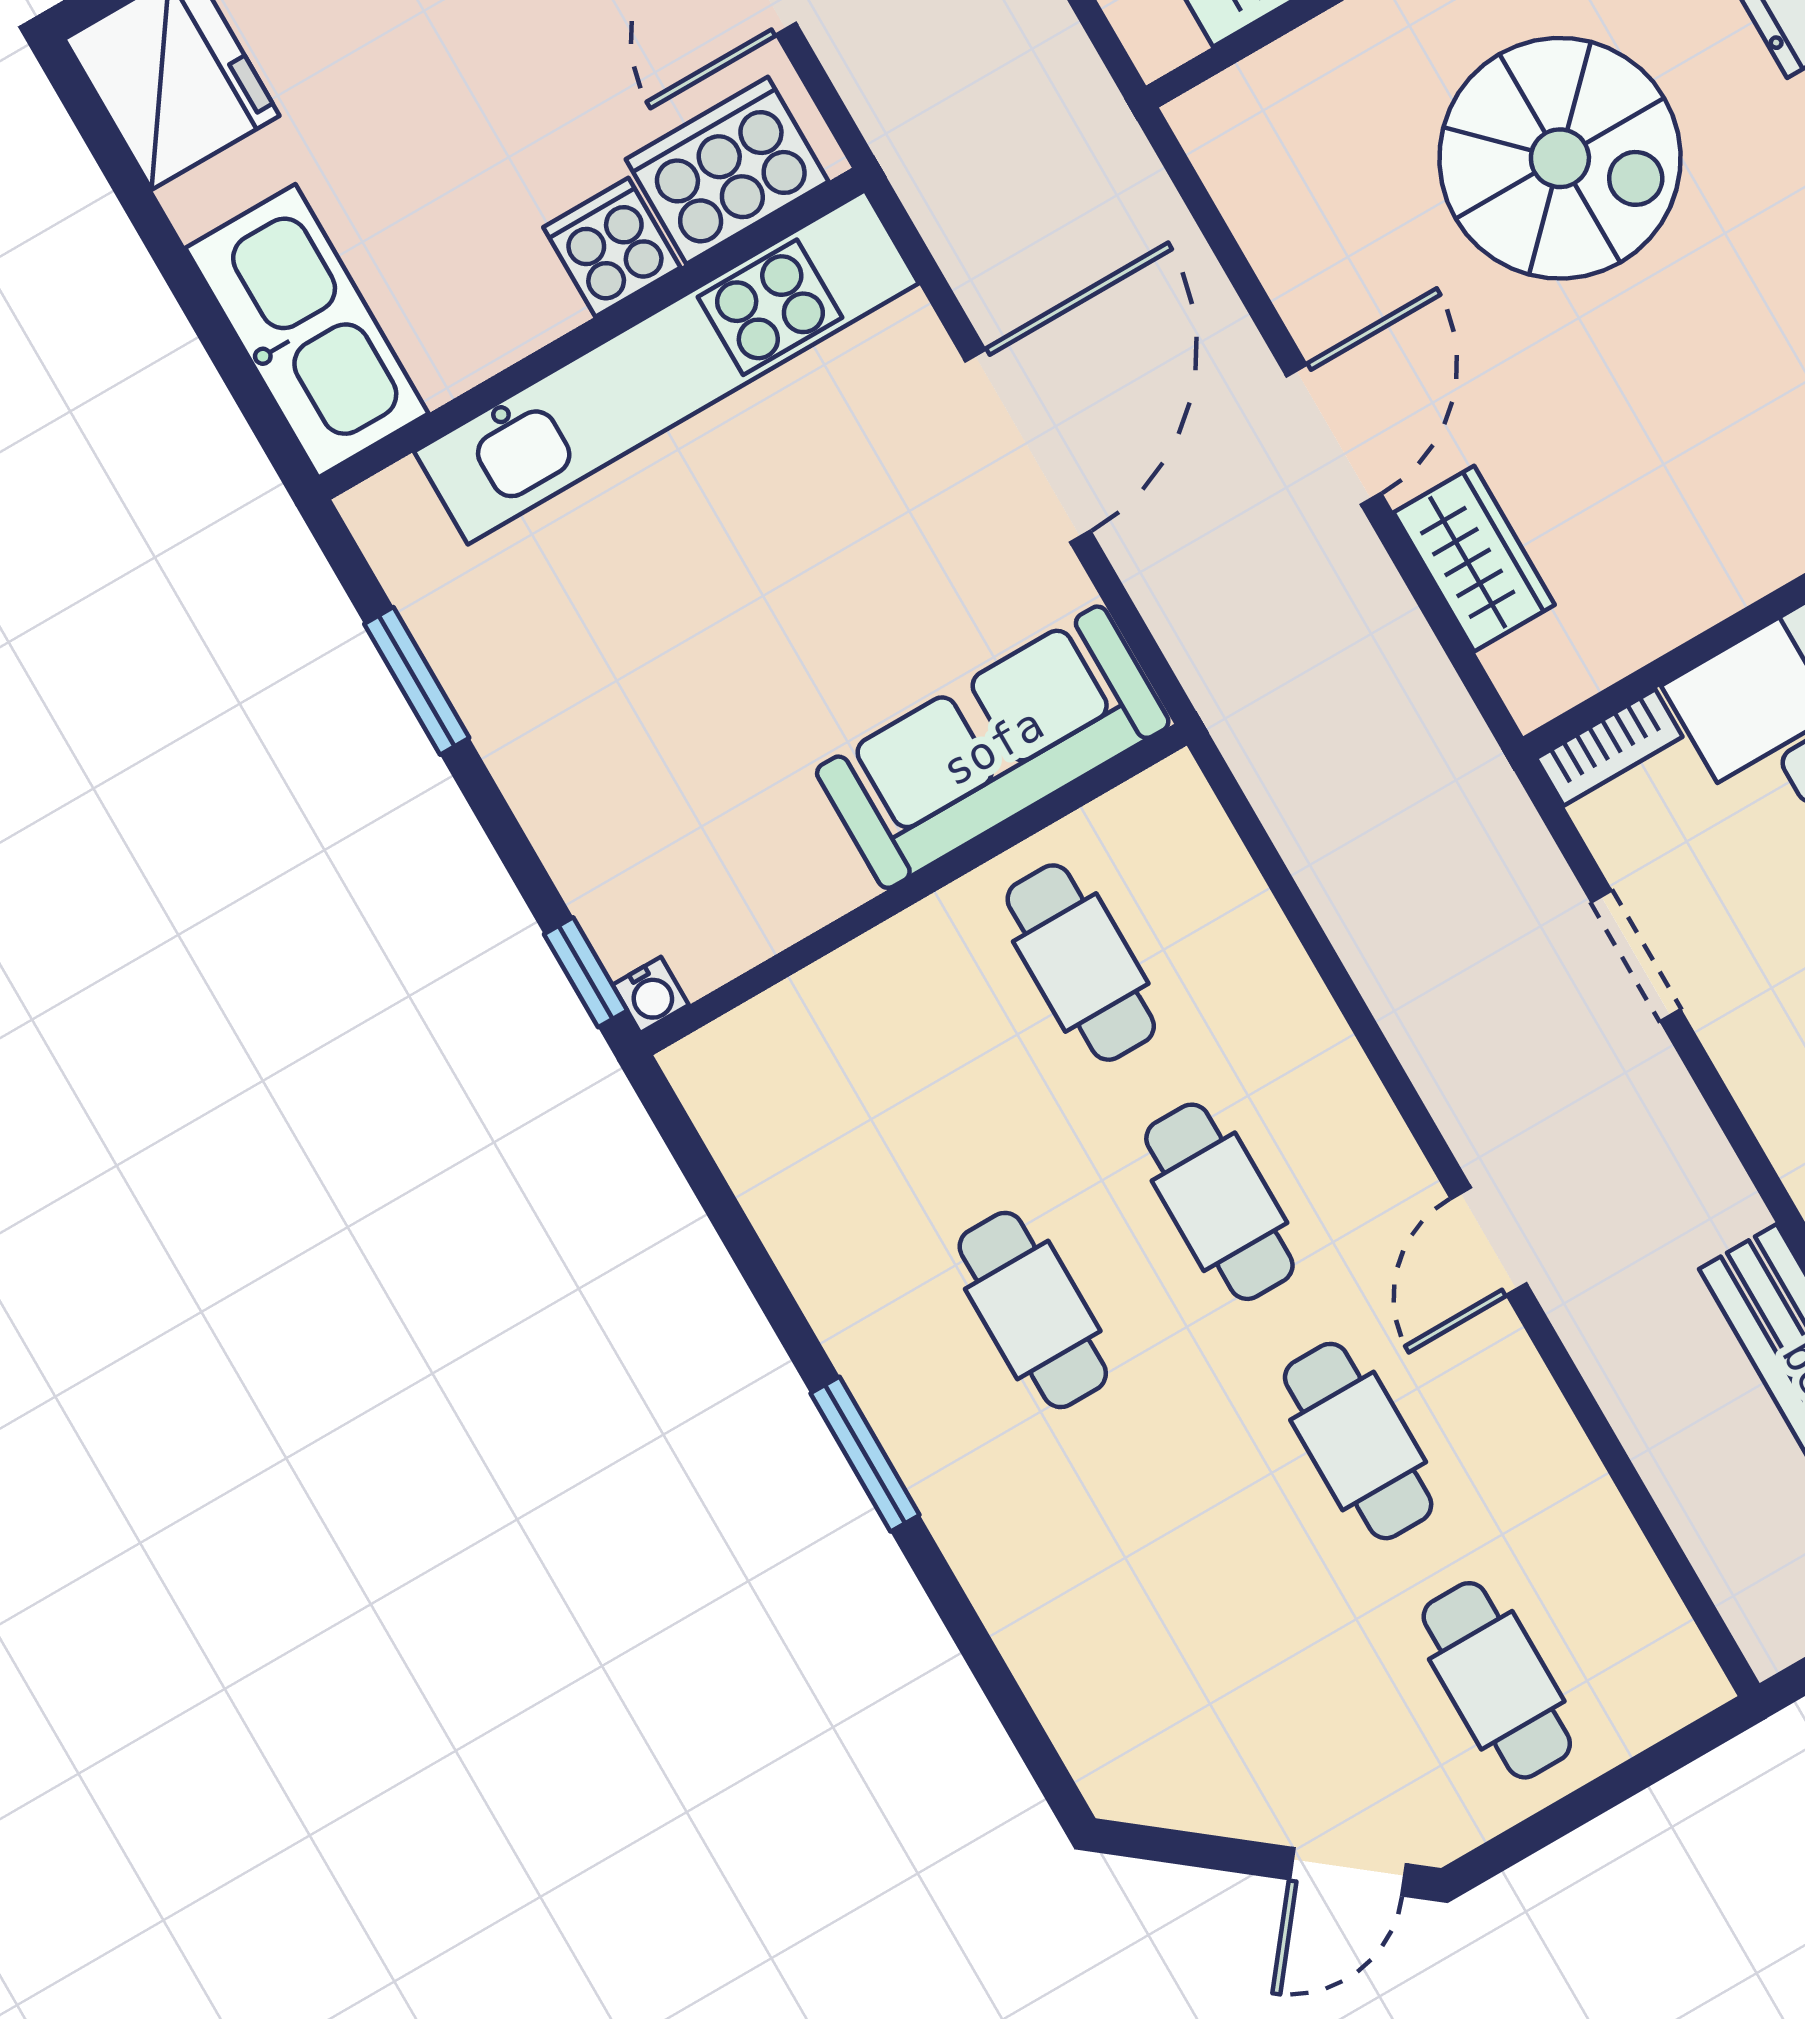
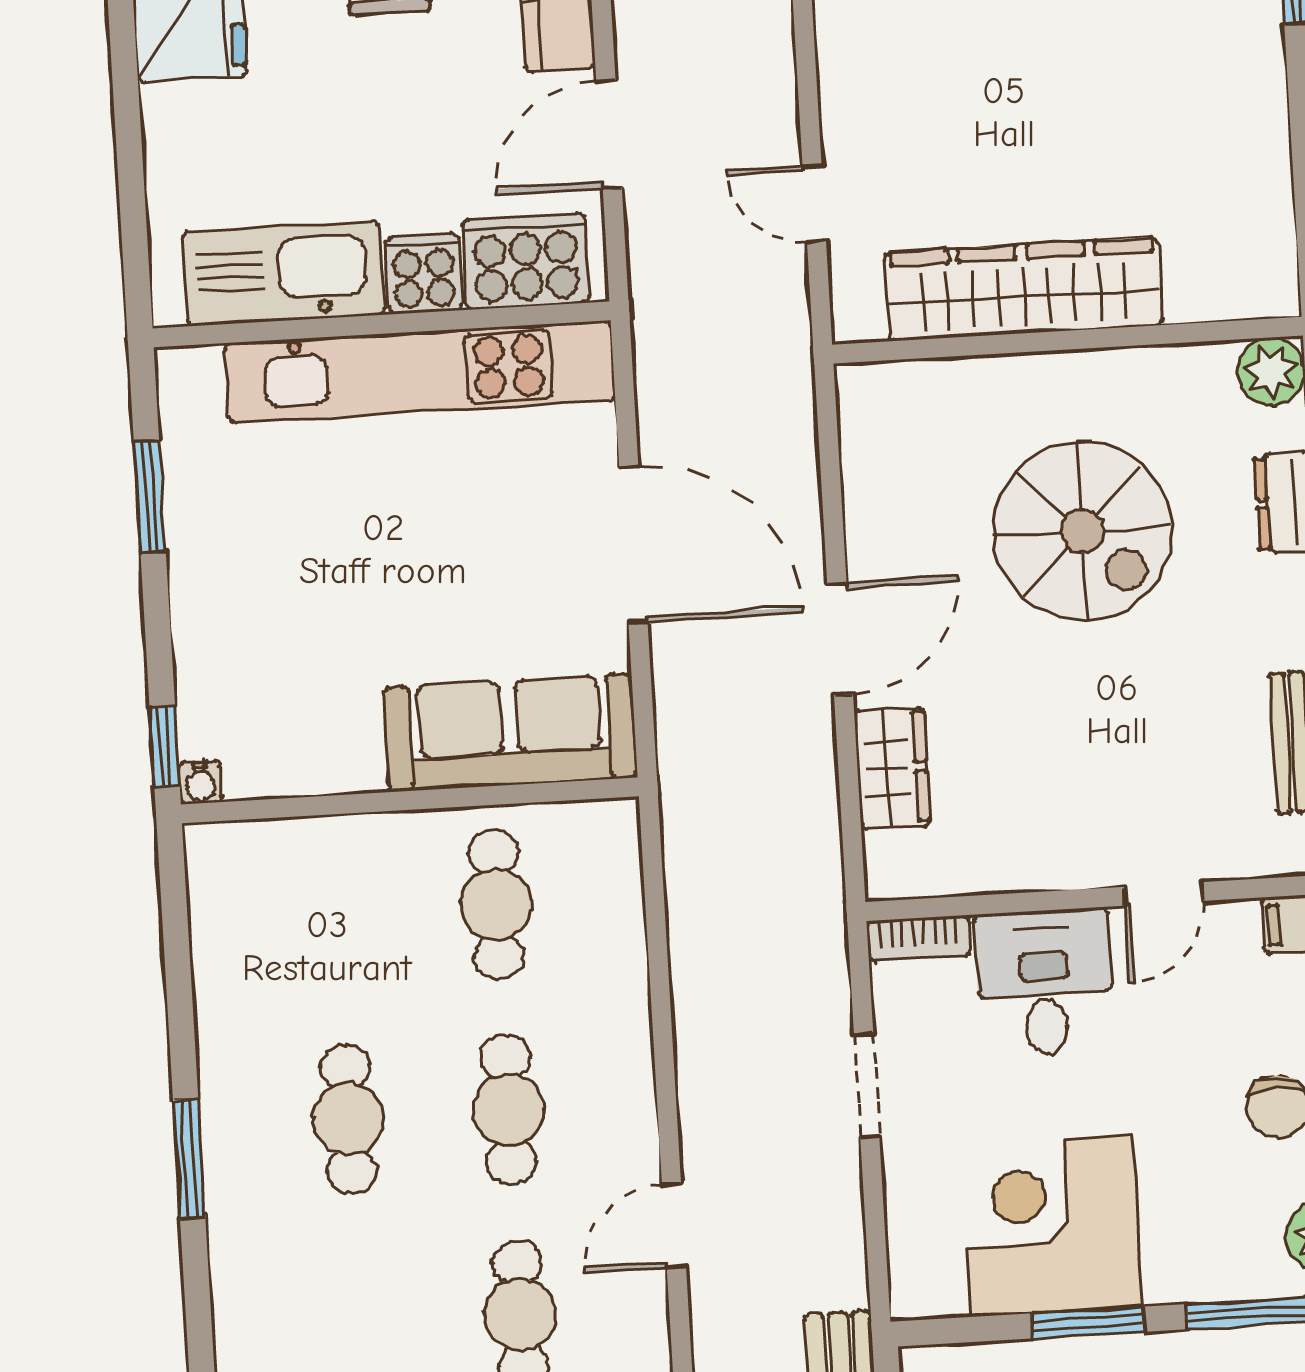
kitchen sink: (307, 331) -> (283, 273), moved, turned -90
door: (1028, 446) -> (633, 544), hinge flipped

